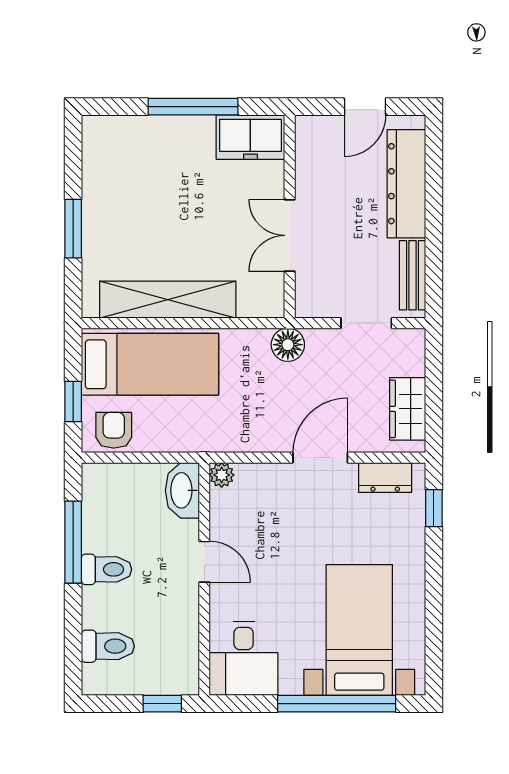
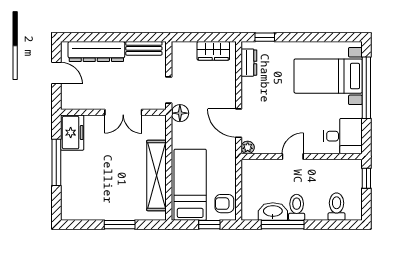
doorway: (366, 323) -> (169, 90), moved
door: (320, 458) -> (239, 123), moved
washbasin: (182, 490) -> (273, 212), moved, turned 180

